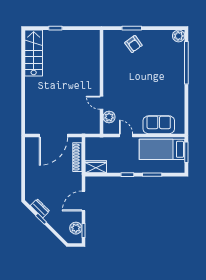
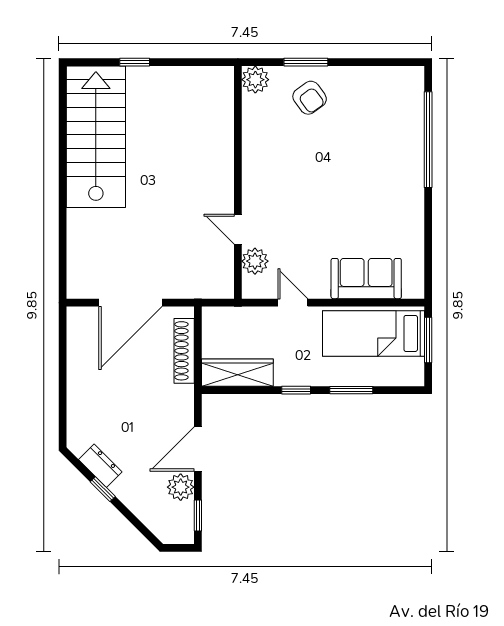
plant: (179, 36) -> (255, 80), moved
stairs: (34, 53) -> (96, 137), width x1.36, depth x1.51
wardrobe: (96, 167) -> (237, 373), width x1.50
plant: (76, 228) -> (181, 487), moved

